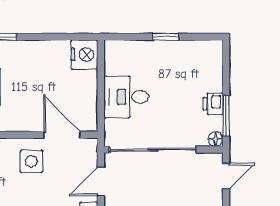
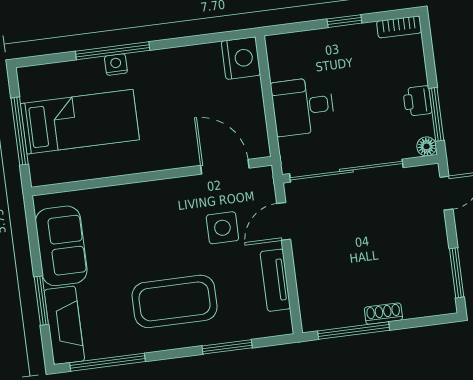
bookcase: (206, 46) -> (399, 27), added
side table: (31, 161) -> (222, 228), moved

